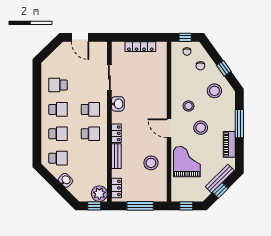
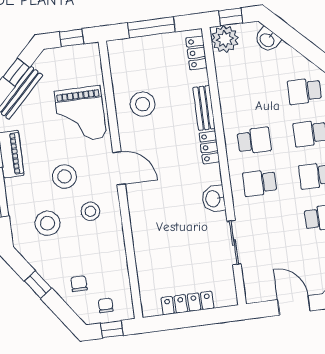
stool: (214, 91) -> (48, 223), moved
school desk: (90, 134) -> (254, 141), turned 180
washbasin: (65, 180) -> (267, 40), moved

